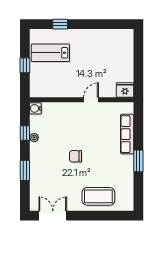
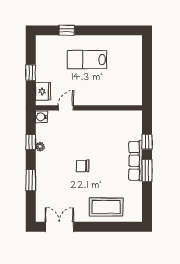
lab bench: (50, 53) -> (87, 60), moved
fridge: (125, 90) -> (43, 91), moved, turned 90
door: (91, 100) -> (66, 108), moved
window: (138, 133) -> (147, 142), added
row of seats: (127, 134) -> (136, 161), moved

